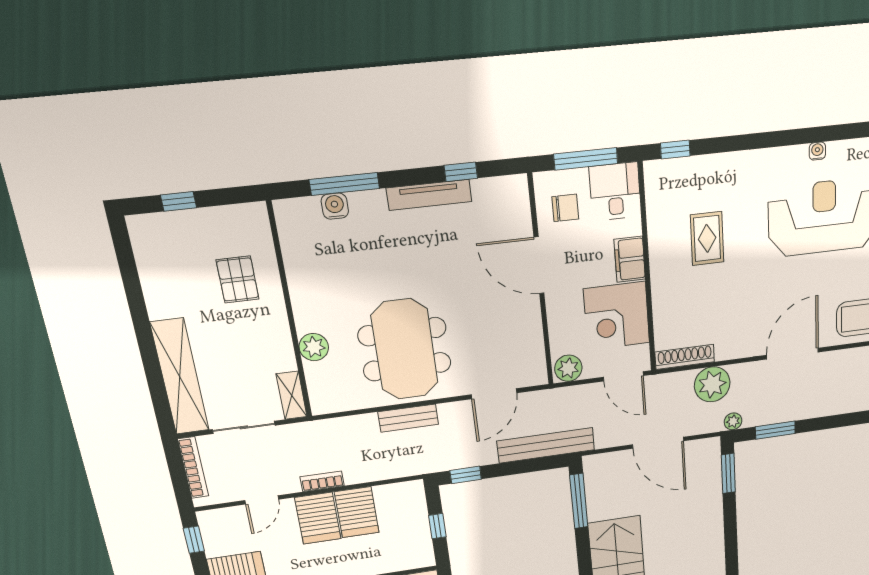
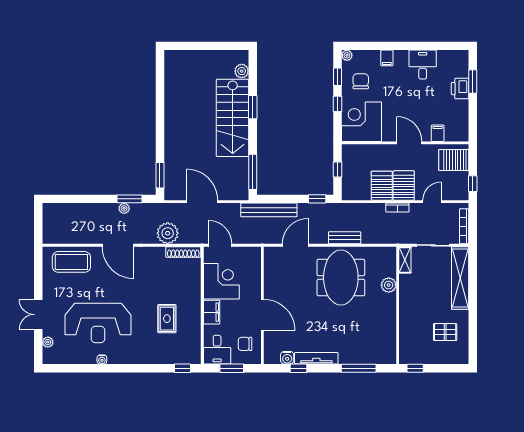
window: (586, 159) -> (232, 368), width x0.69
window: (179, 201) -> (415, 368), moved
water cooler: (335, 206) -> (287, 358), moved
pallet: (238, 279) -> (445, 332), moved, turned 90
door: (792, 354) -> (118, 245), hinge flipped
plant: (568, 368) -> (252, 255), removed
plant: (733, 421) -> (124, 208), moved

